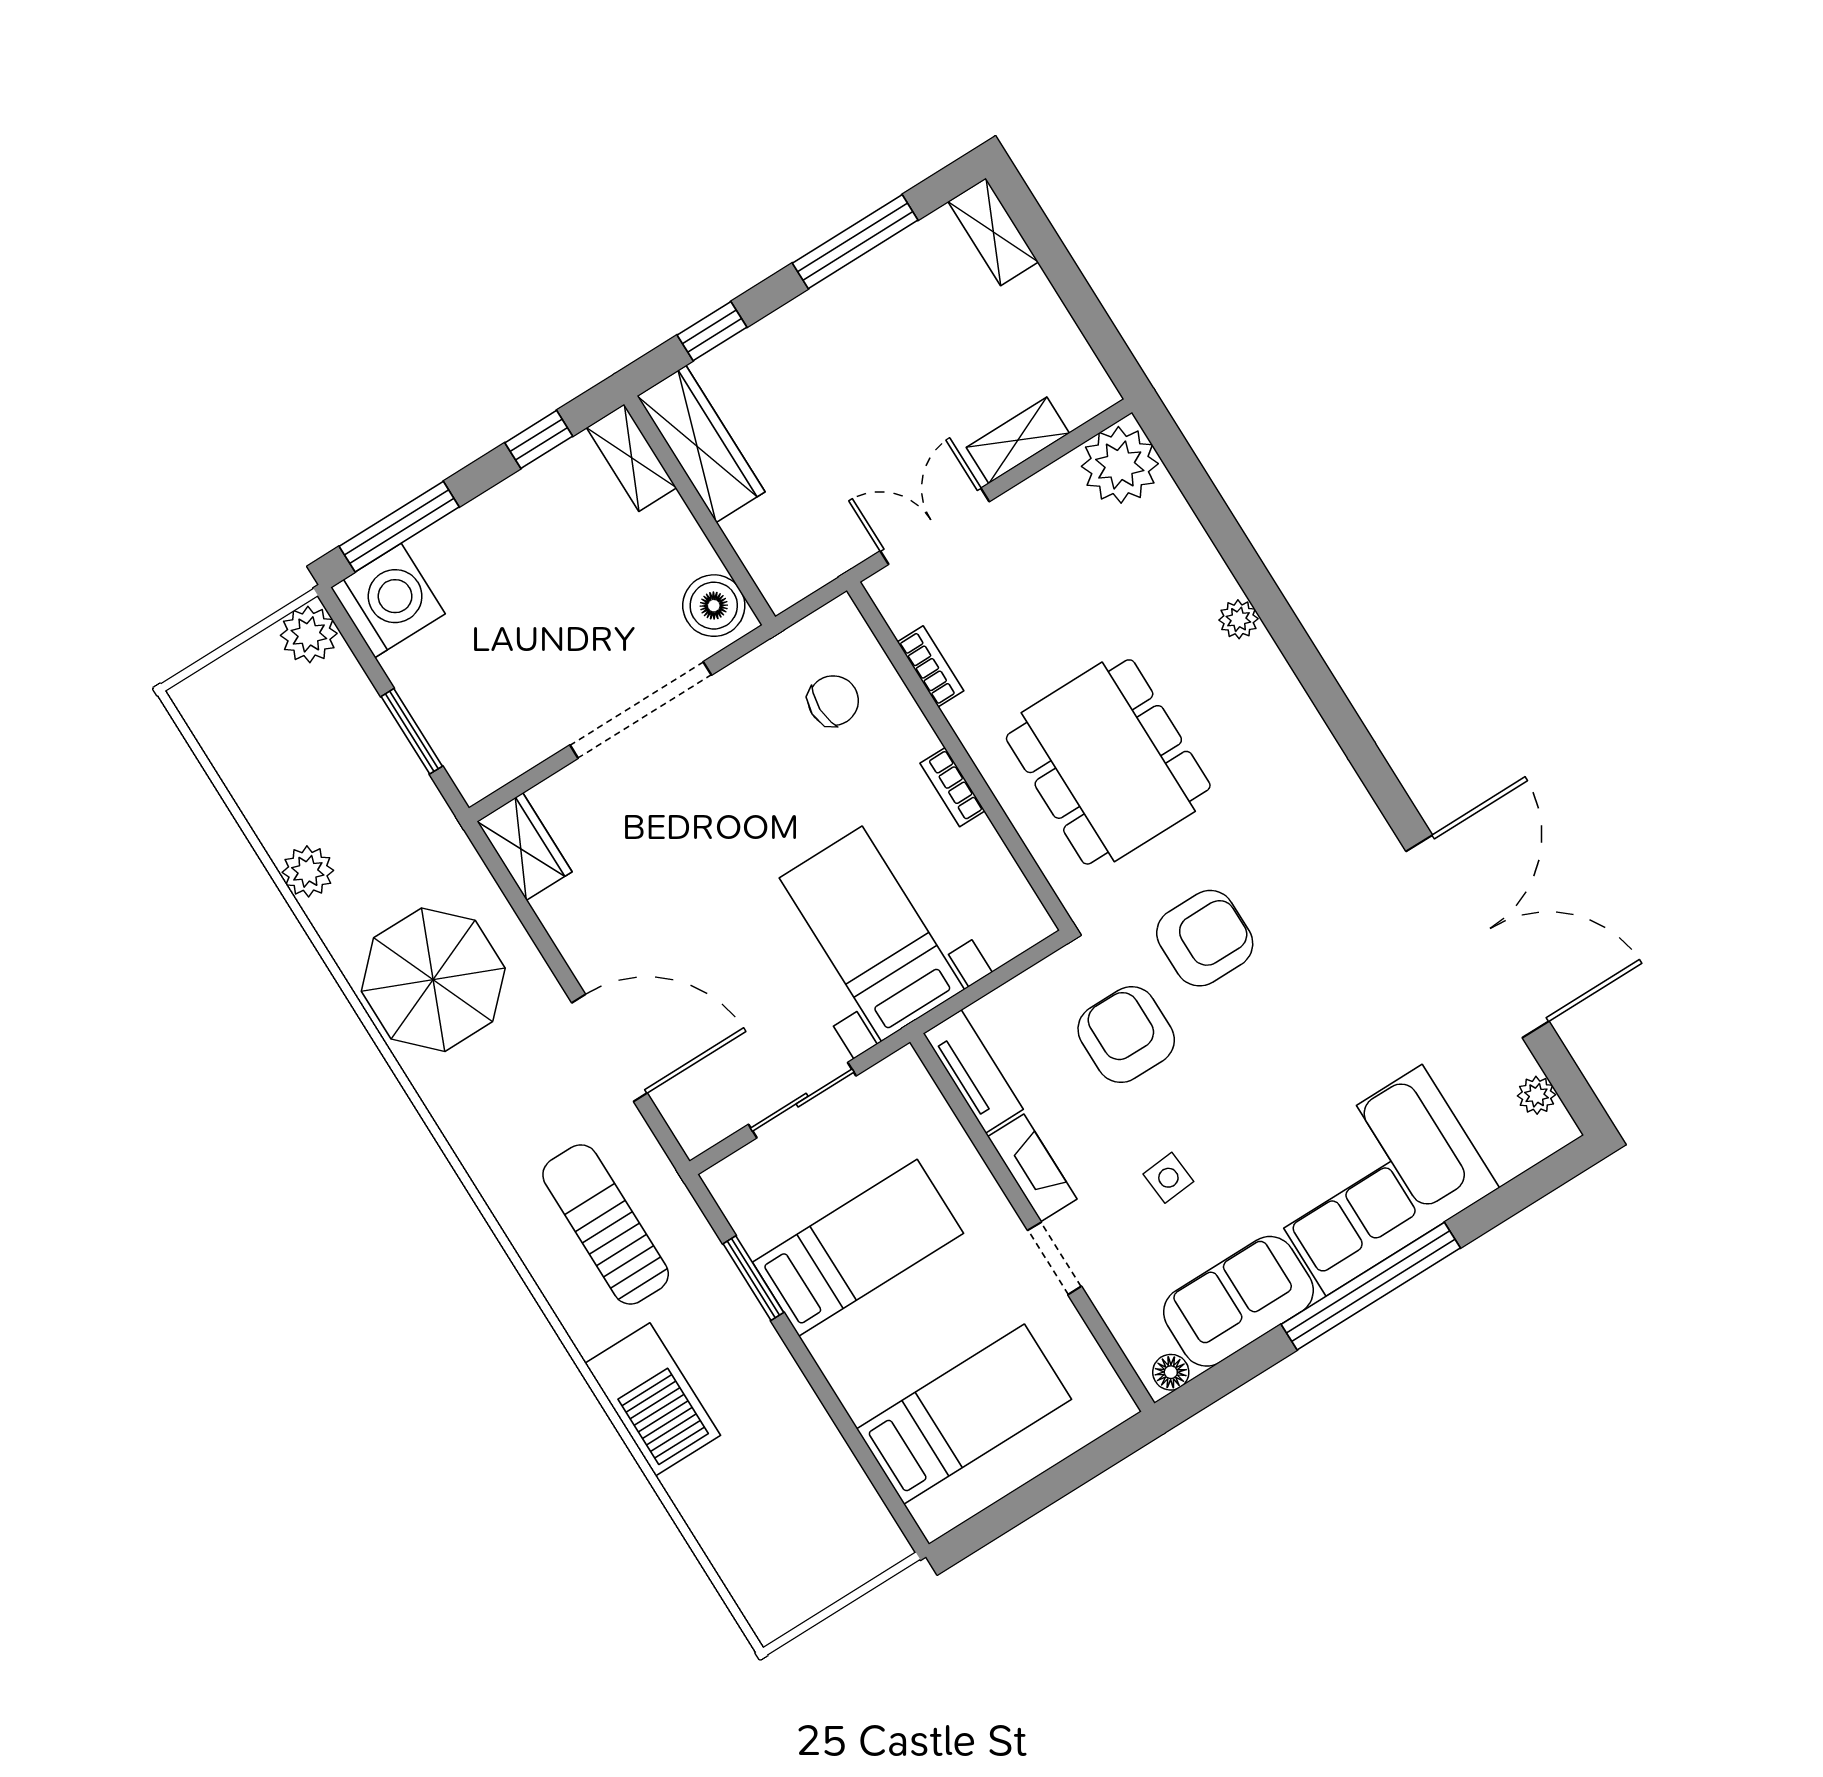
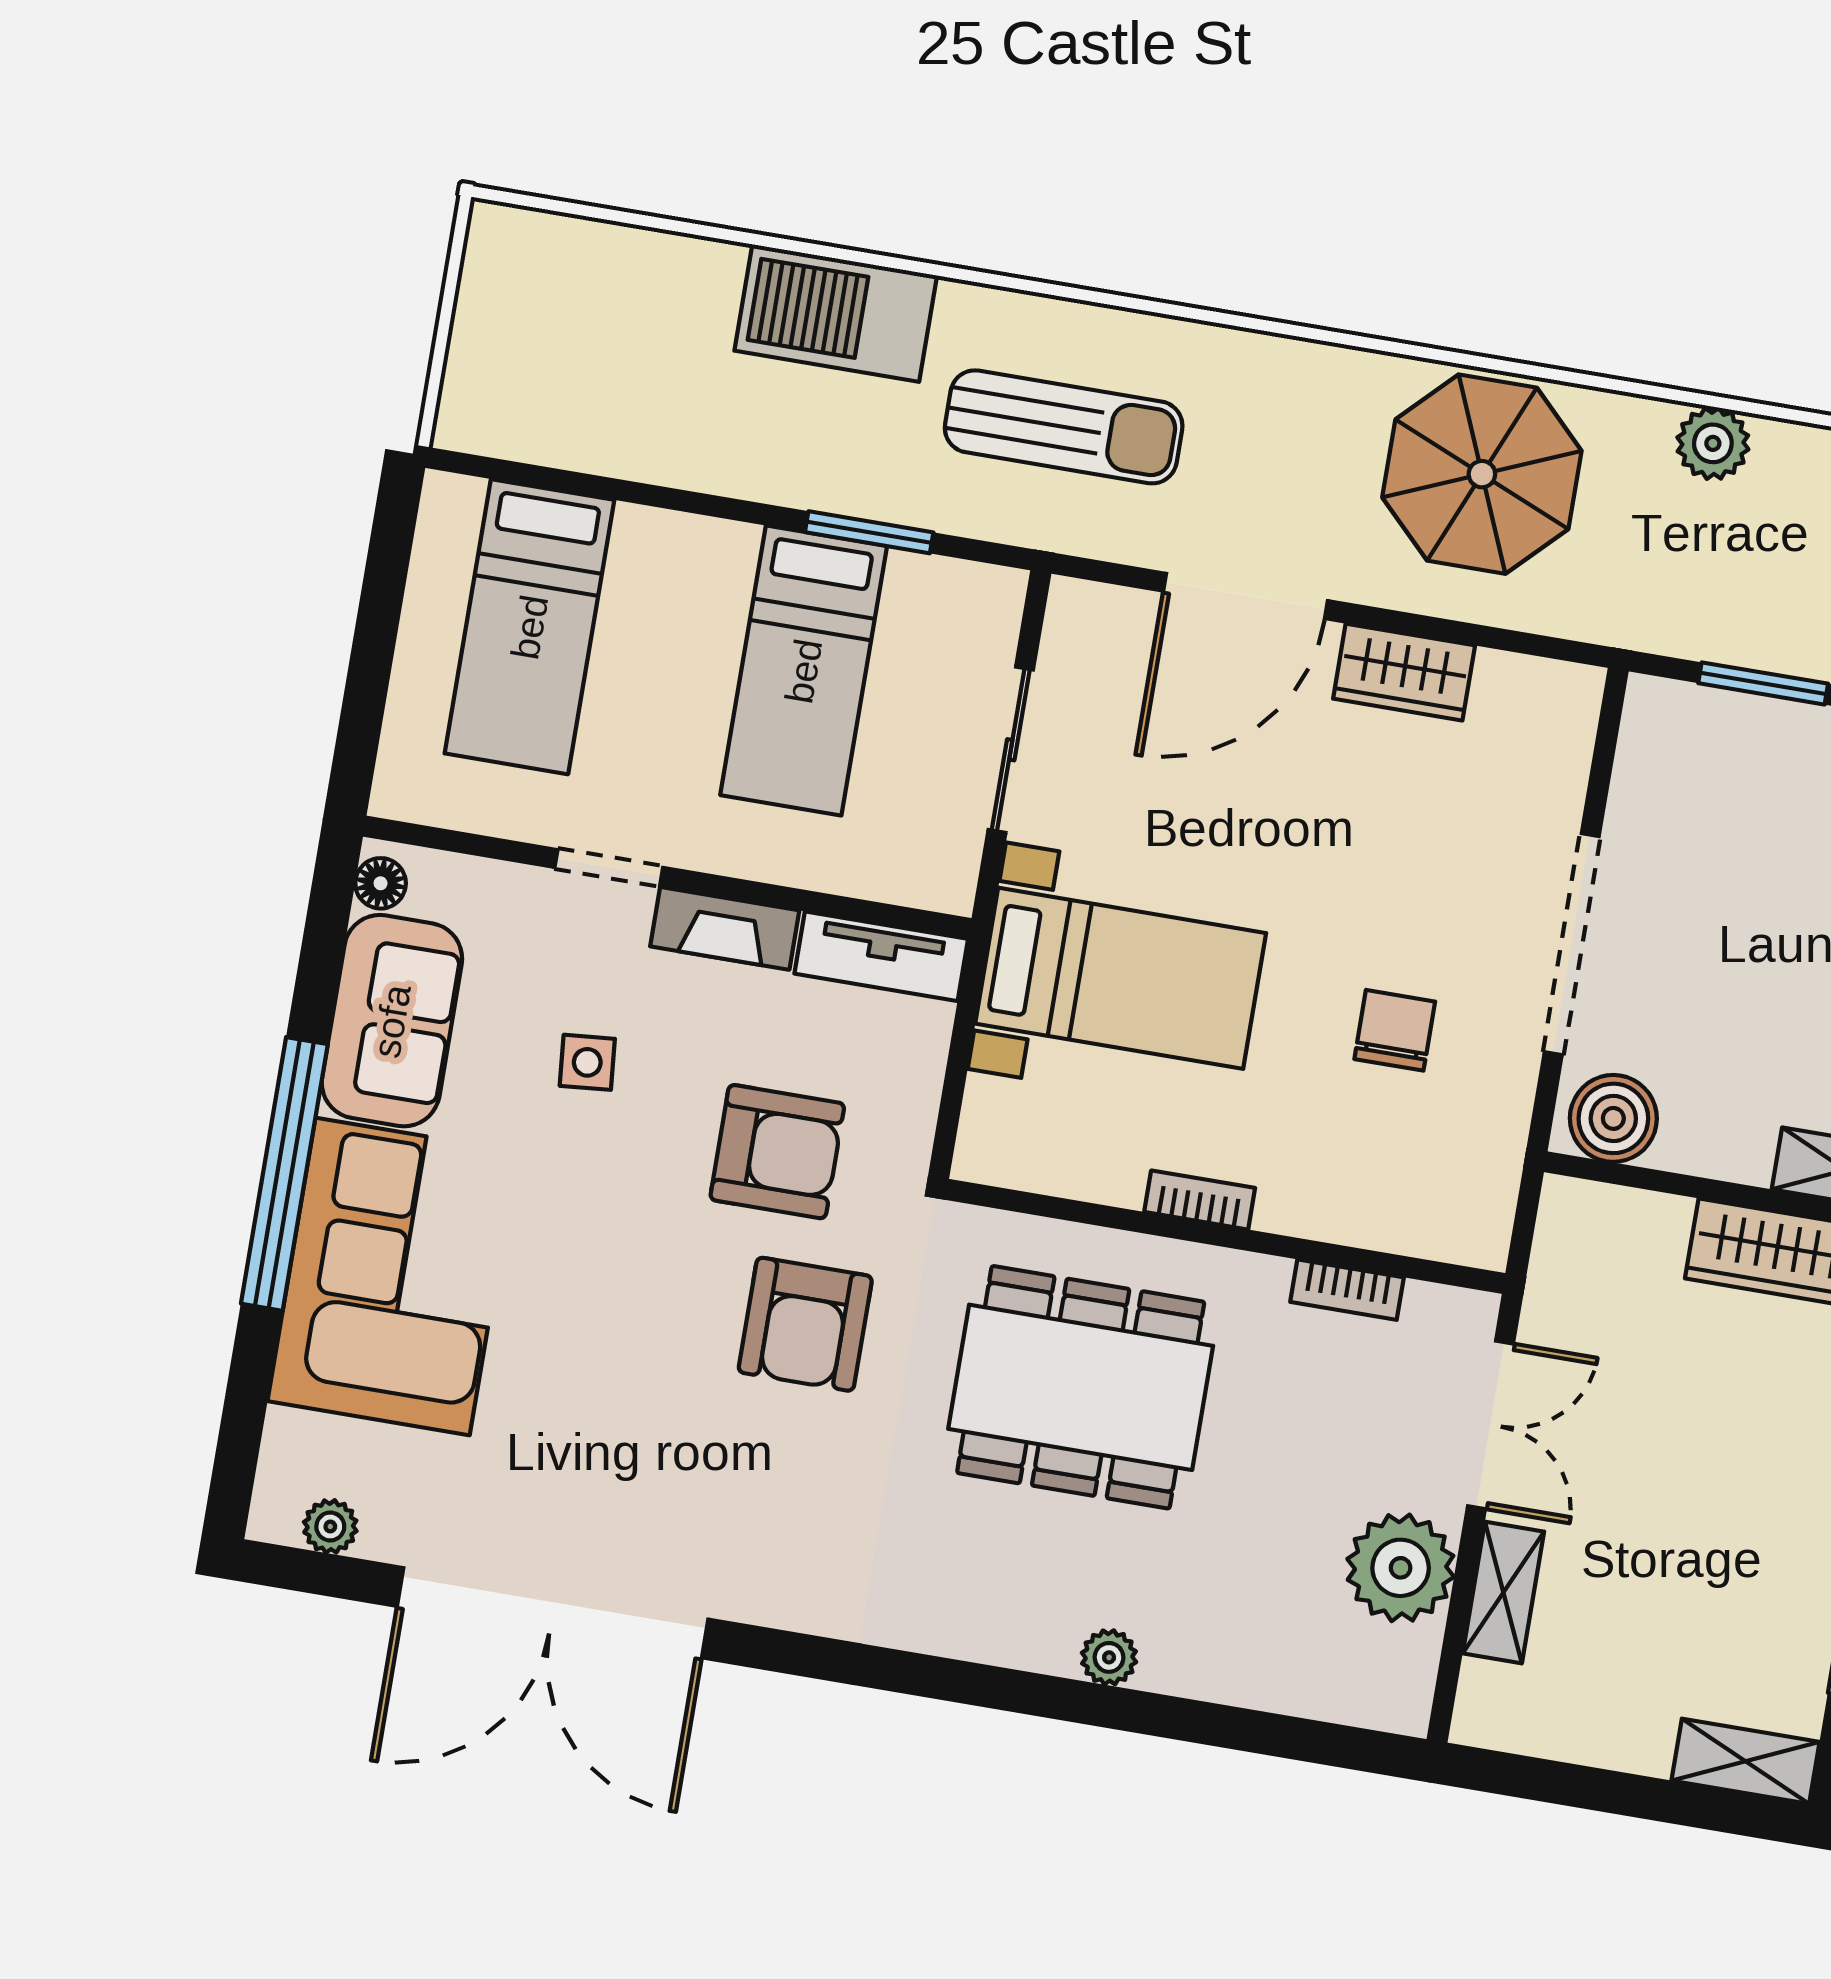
plant: (1120, 465) -> (1401, 1568), moved
chair: (833, 701) -> (1395, 1030), moved, turned 180
wardrobe: (525, 847) -> (1404, 672), moved

